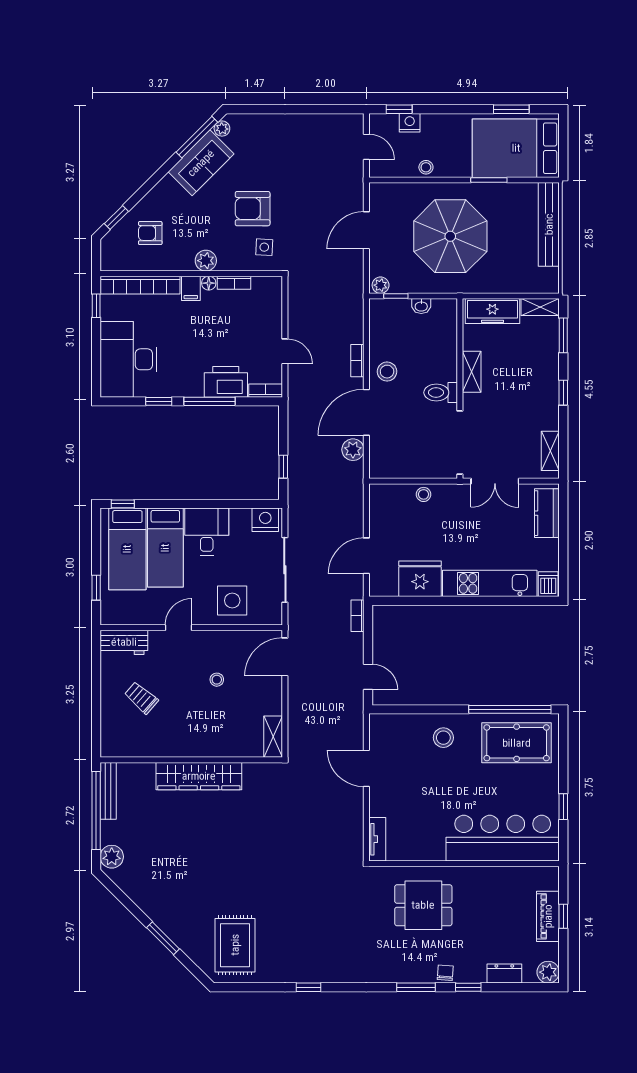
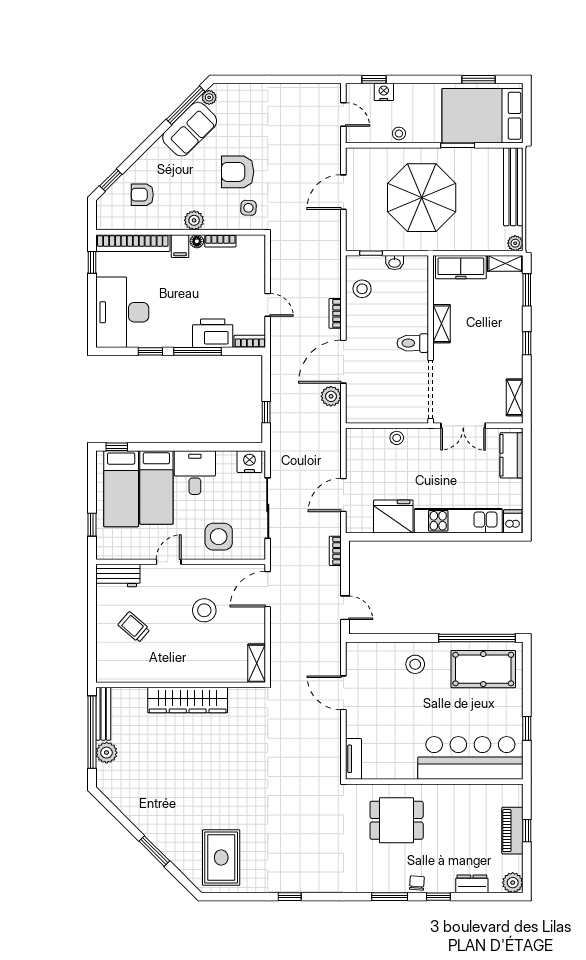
plant: (381, 285) -> (515, 243), moved
stool: (387, 372) -> (362, 289), moved
stool: (217, 680) -> (204, 610), width x1.89, depth x1.89
plant: (112, 857) -> (107, 753), moved

